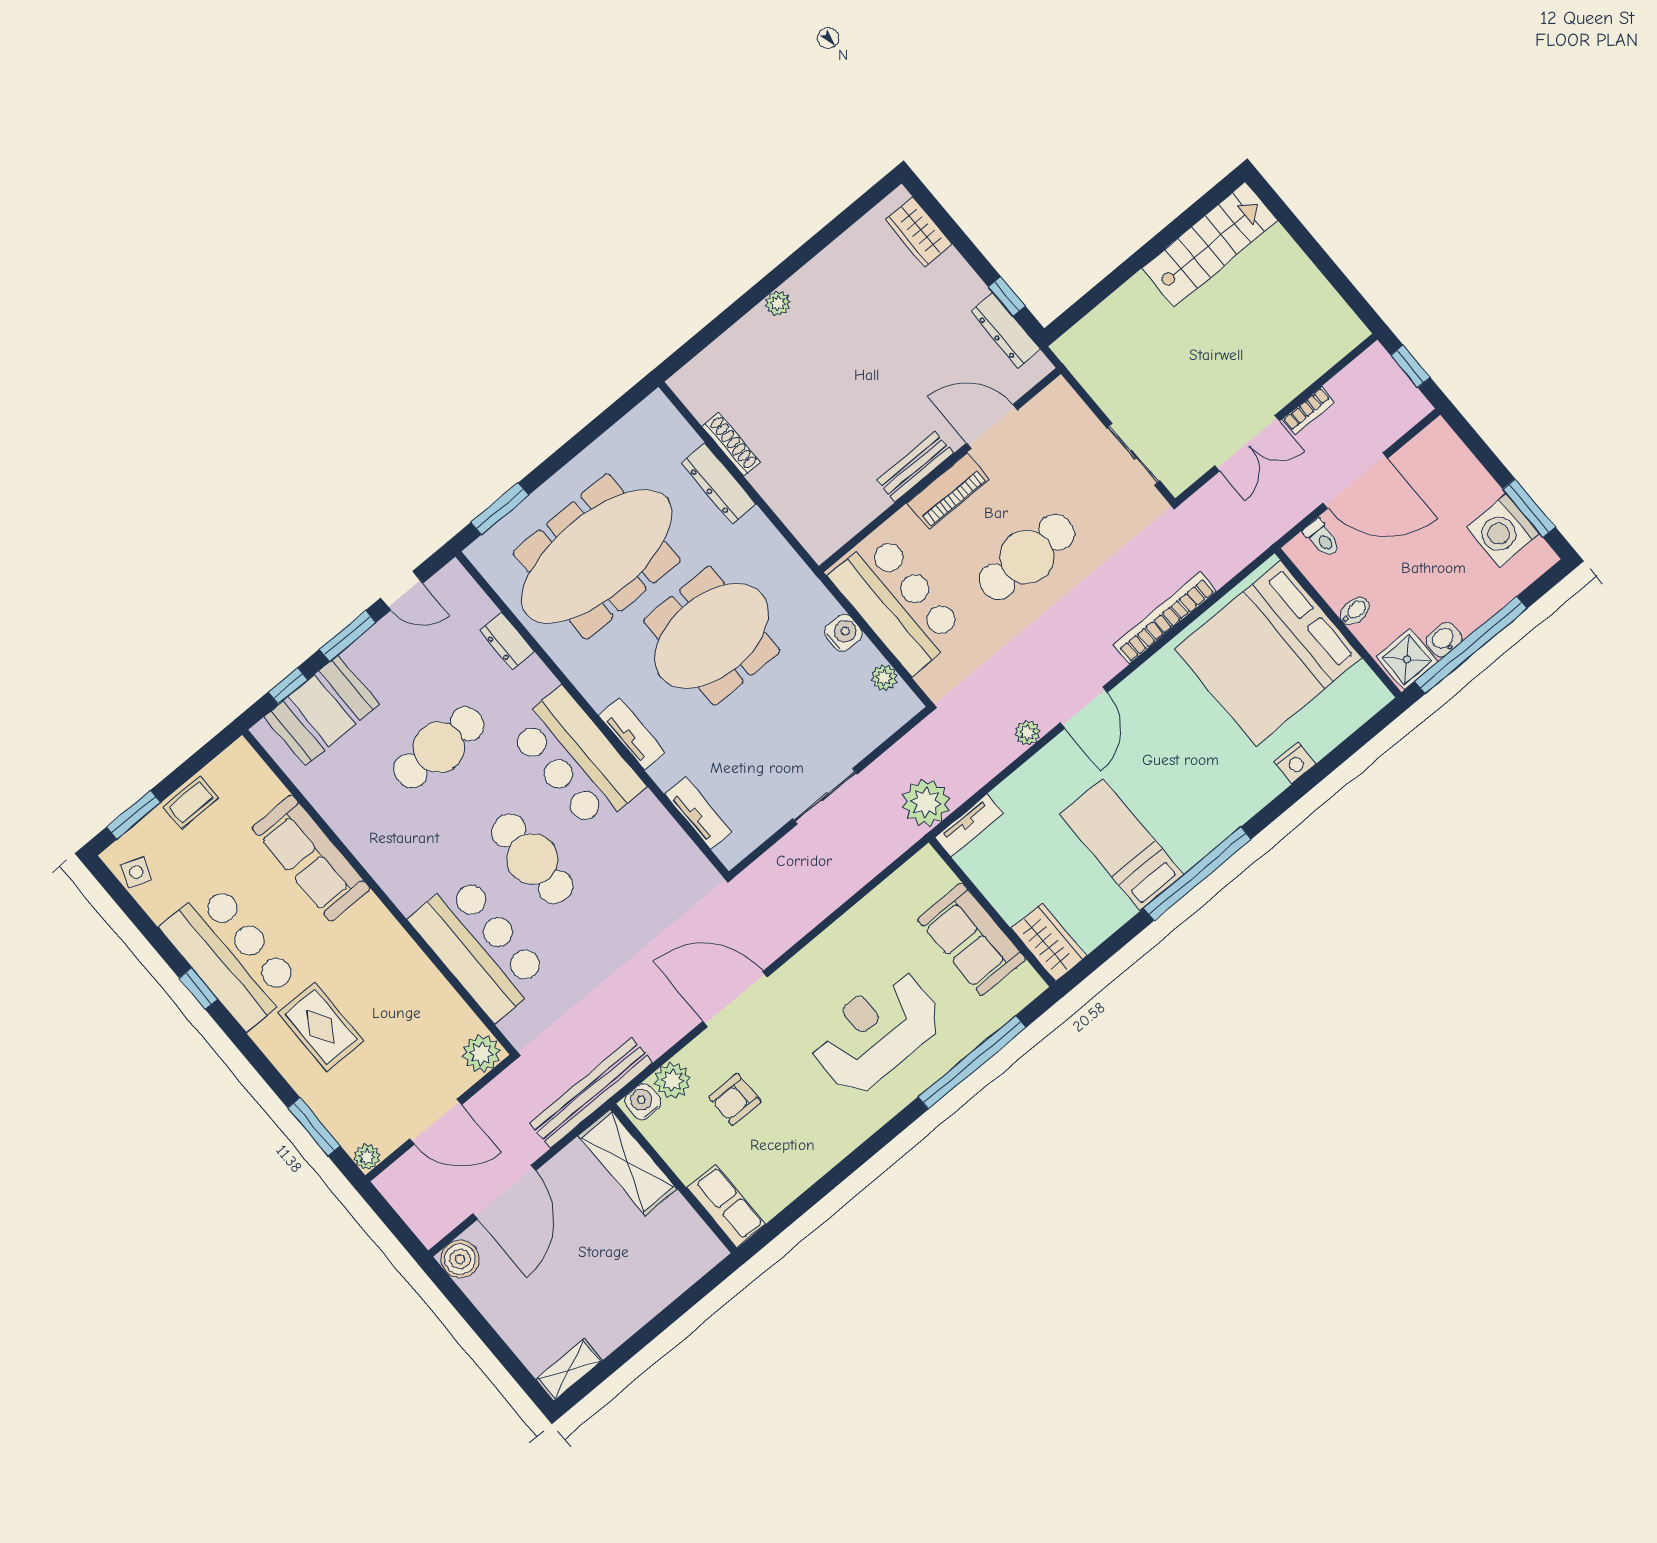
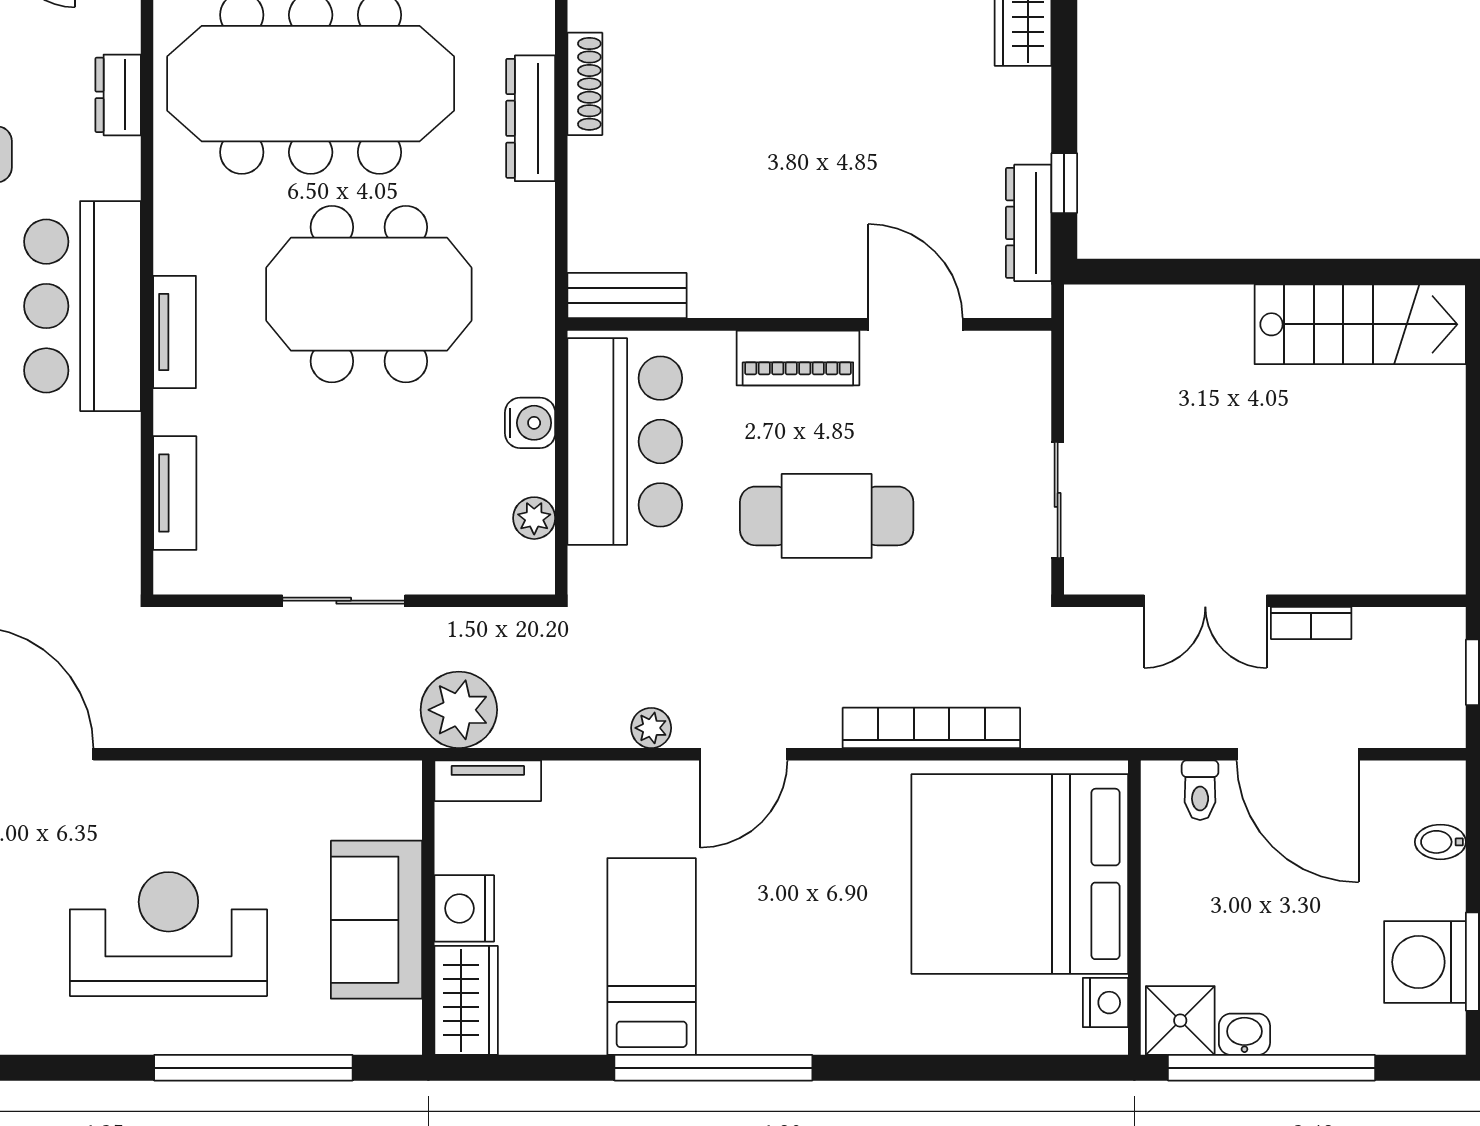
bench: (915, 467) -> (627, 296), moved
bidet: (1355, 611) -> (1440, 842), moved, turned 180
nightstand: (1295, 763) -> (1106, 1003), moved, turned -90
nightstand: (1010, 898) -> (464, 908), added

